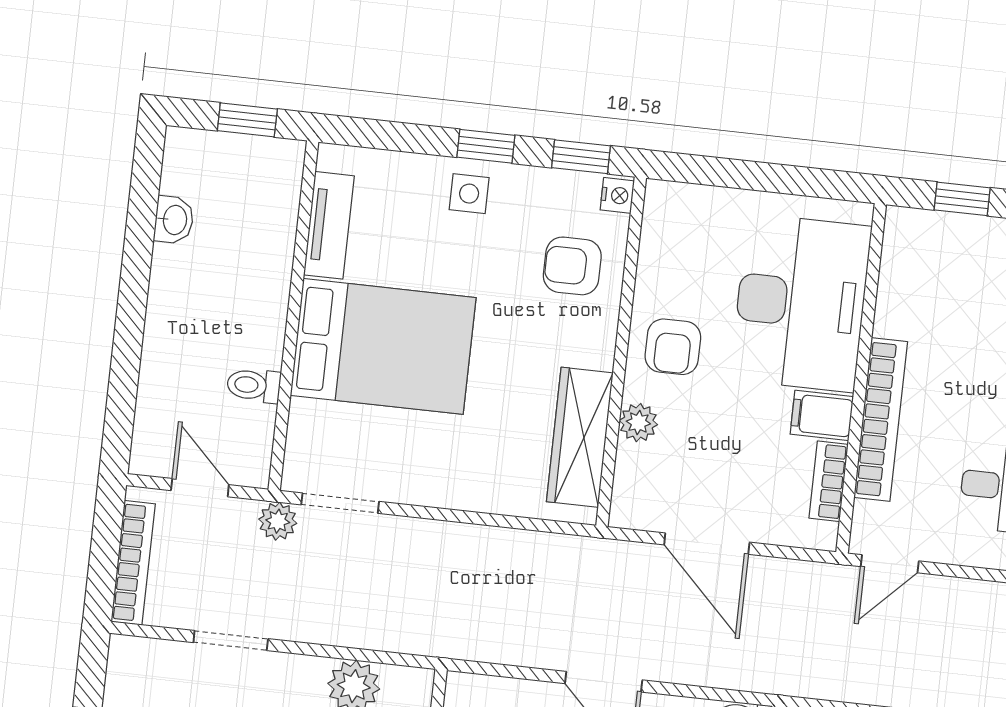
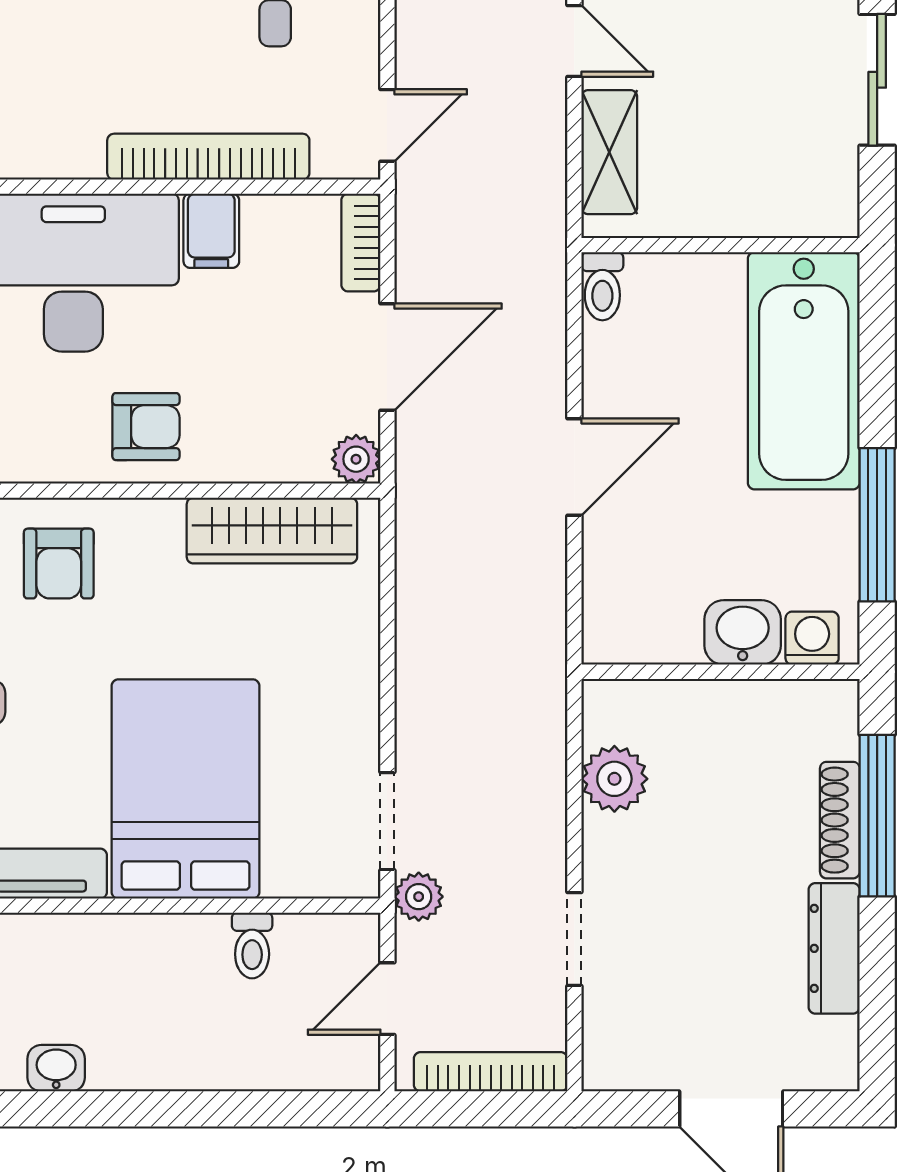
plant: (638, 423) -> (356, 459), moved
bookcase: (829, 481) -> (361, 243), moved, turned 90
door: (890, 564) -> (387, 125), hinge flipped

